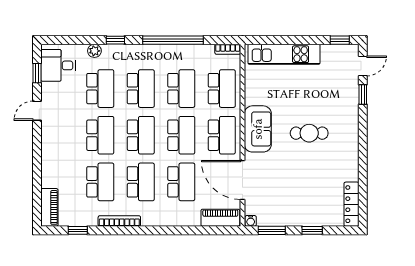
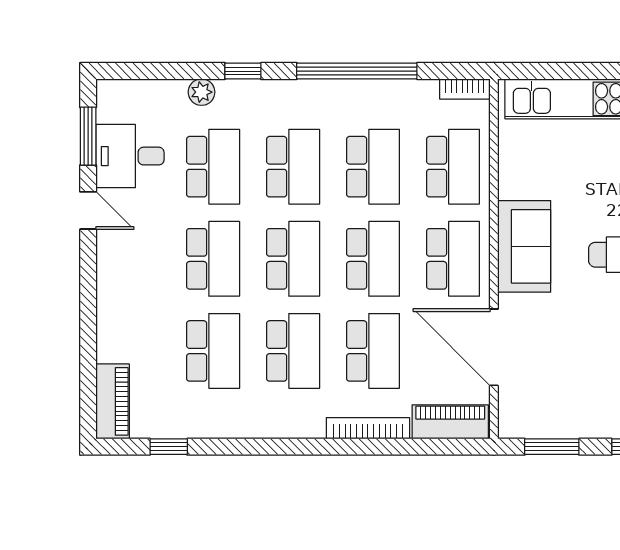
desk: (58, 65) -> (130, 156), moved
window: (37, 73) -> (88, 136), width x1.50
door: (37, 111) -> (88, 210), swing flipped
bookcase: (119, 221) -> (368, 428), moved
water cooler: (251, 221) -> (510, 428), removed

